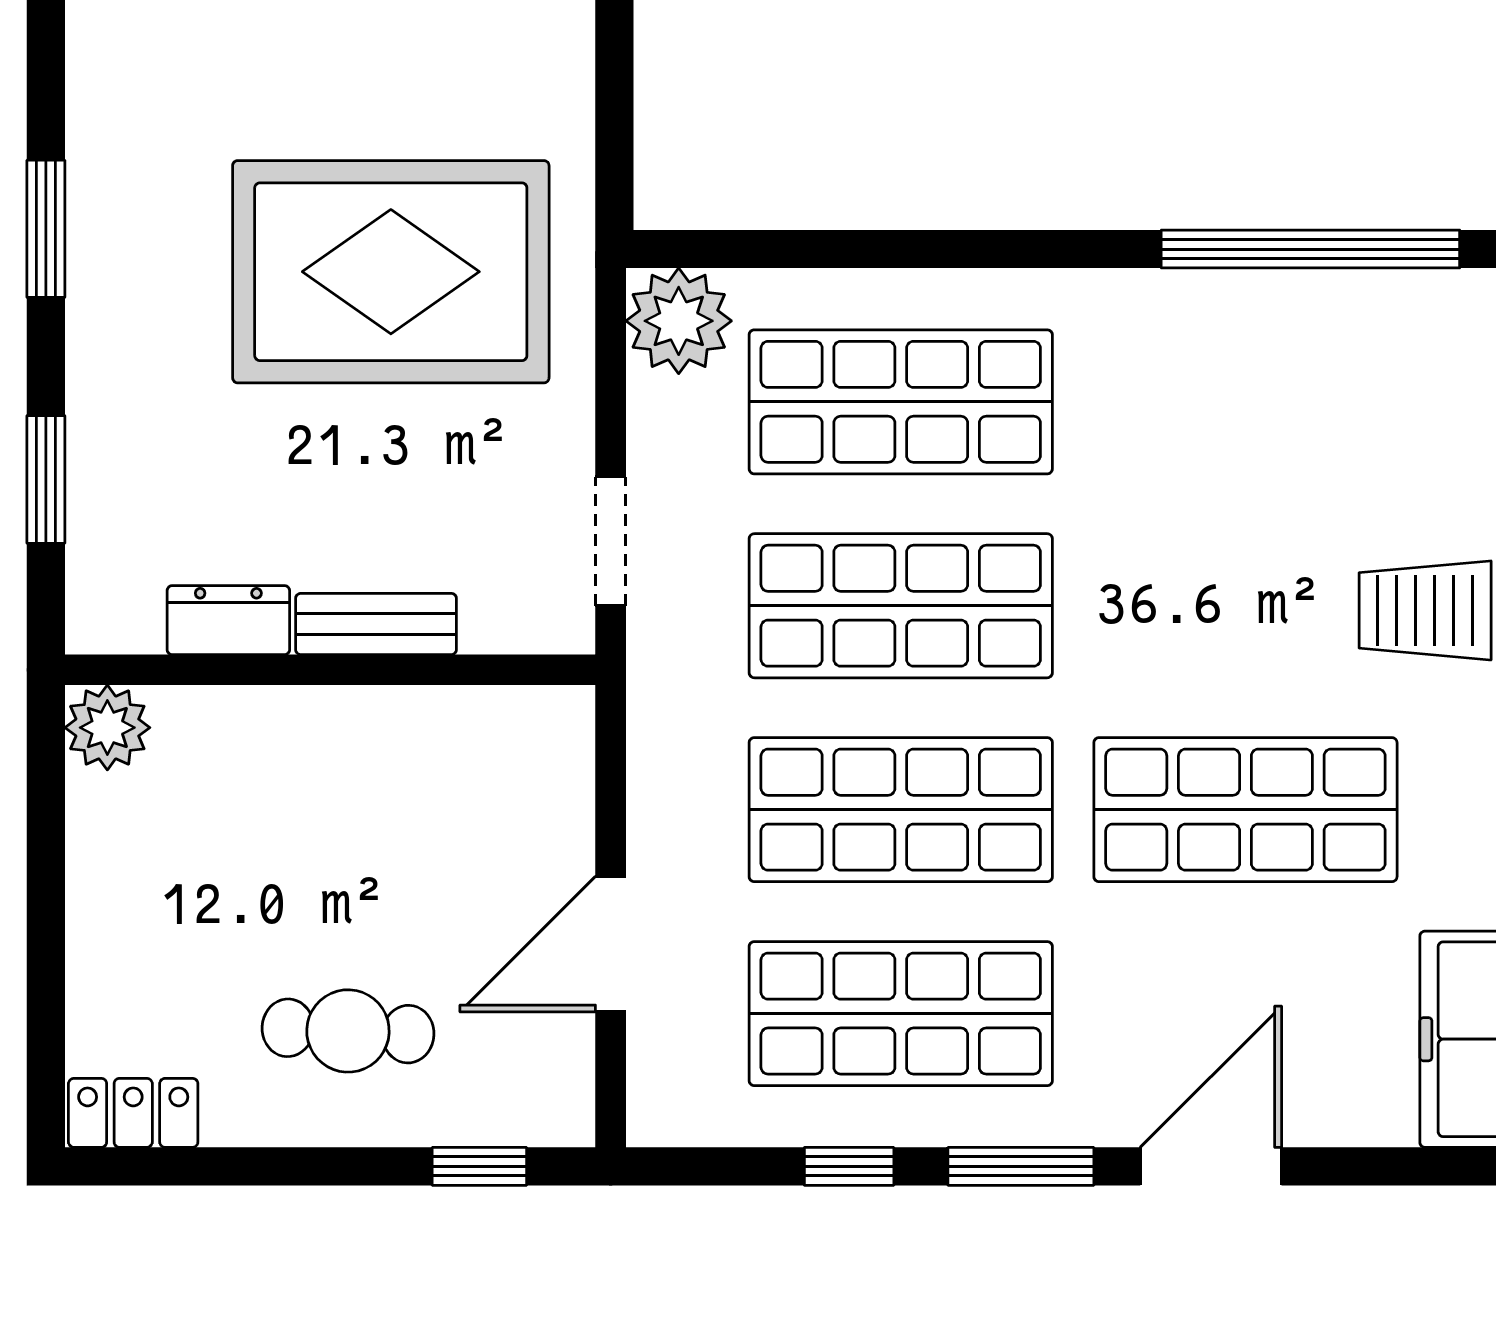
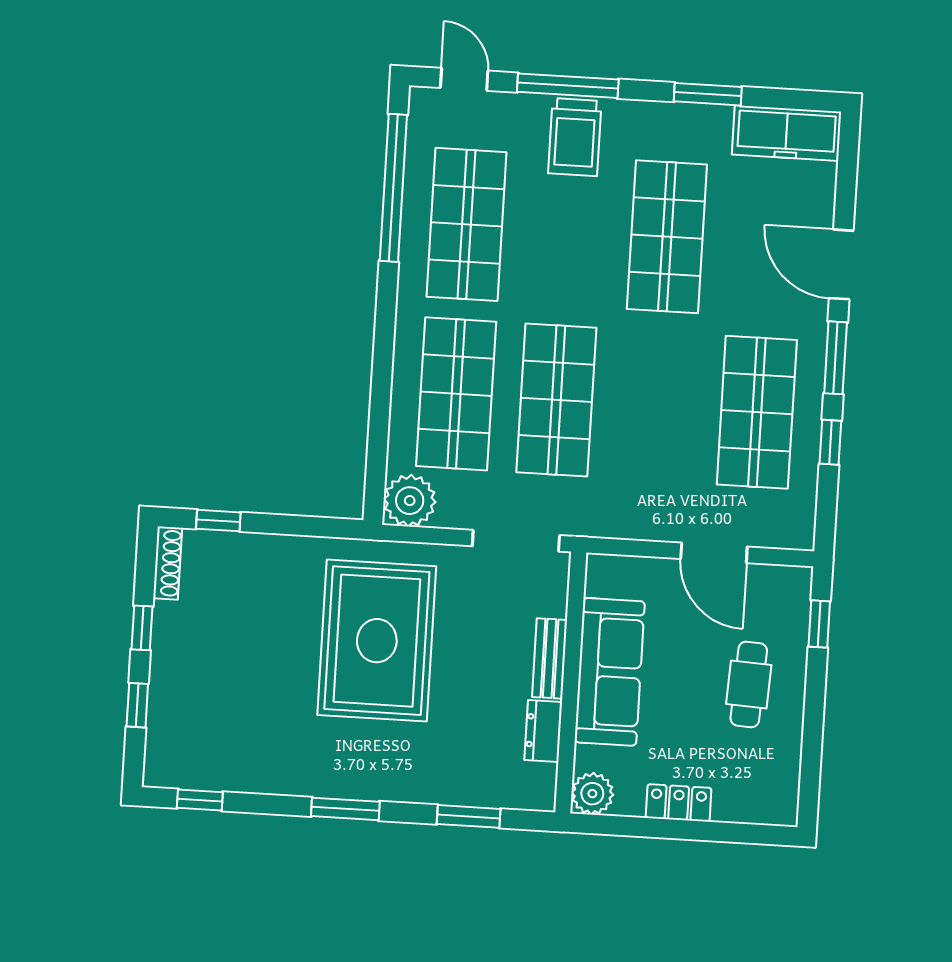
doorway: (611, 541) -> (516, 541), width x1.38
sofa: (356, 747) -> (610, 672), added
shop shelf: (901, 810) -> (466, 224), moved
locker: (133, 1113) -> (679, 803), moved, turned 90

